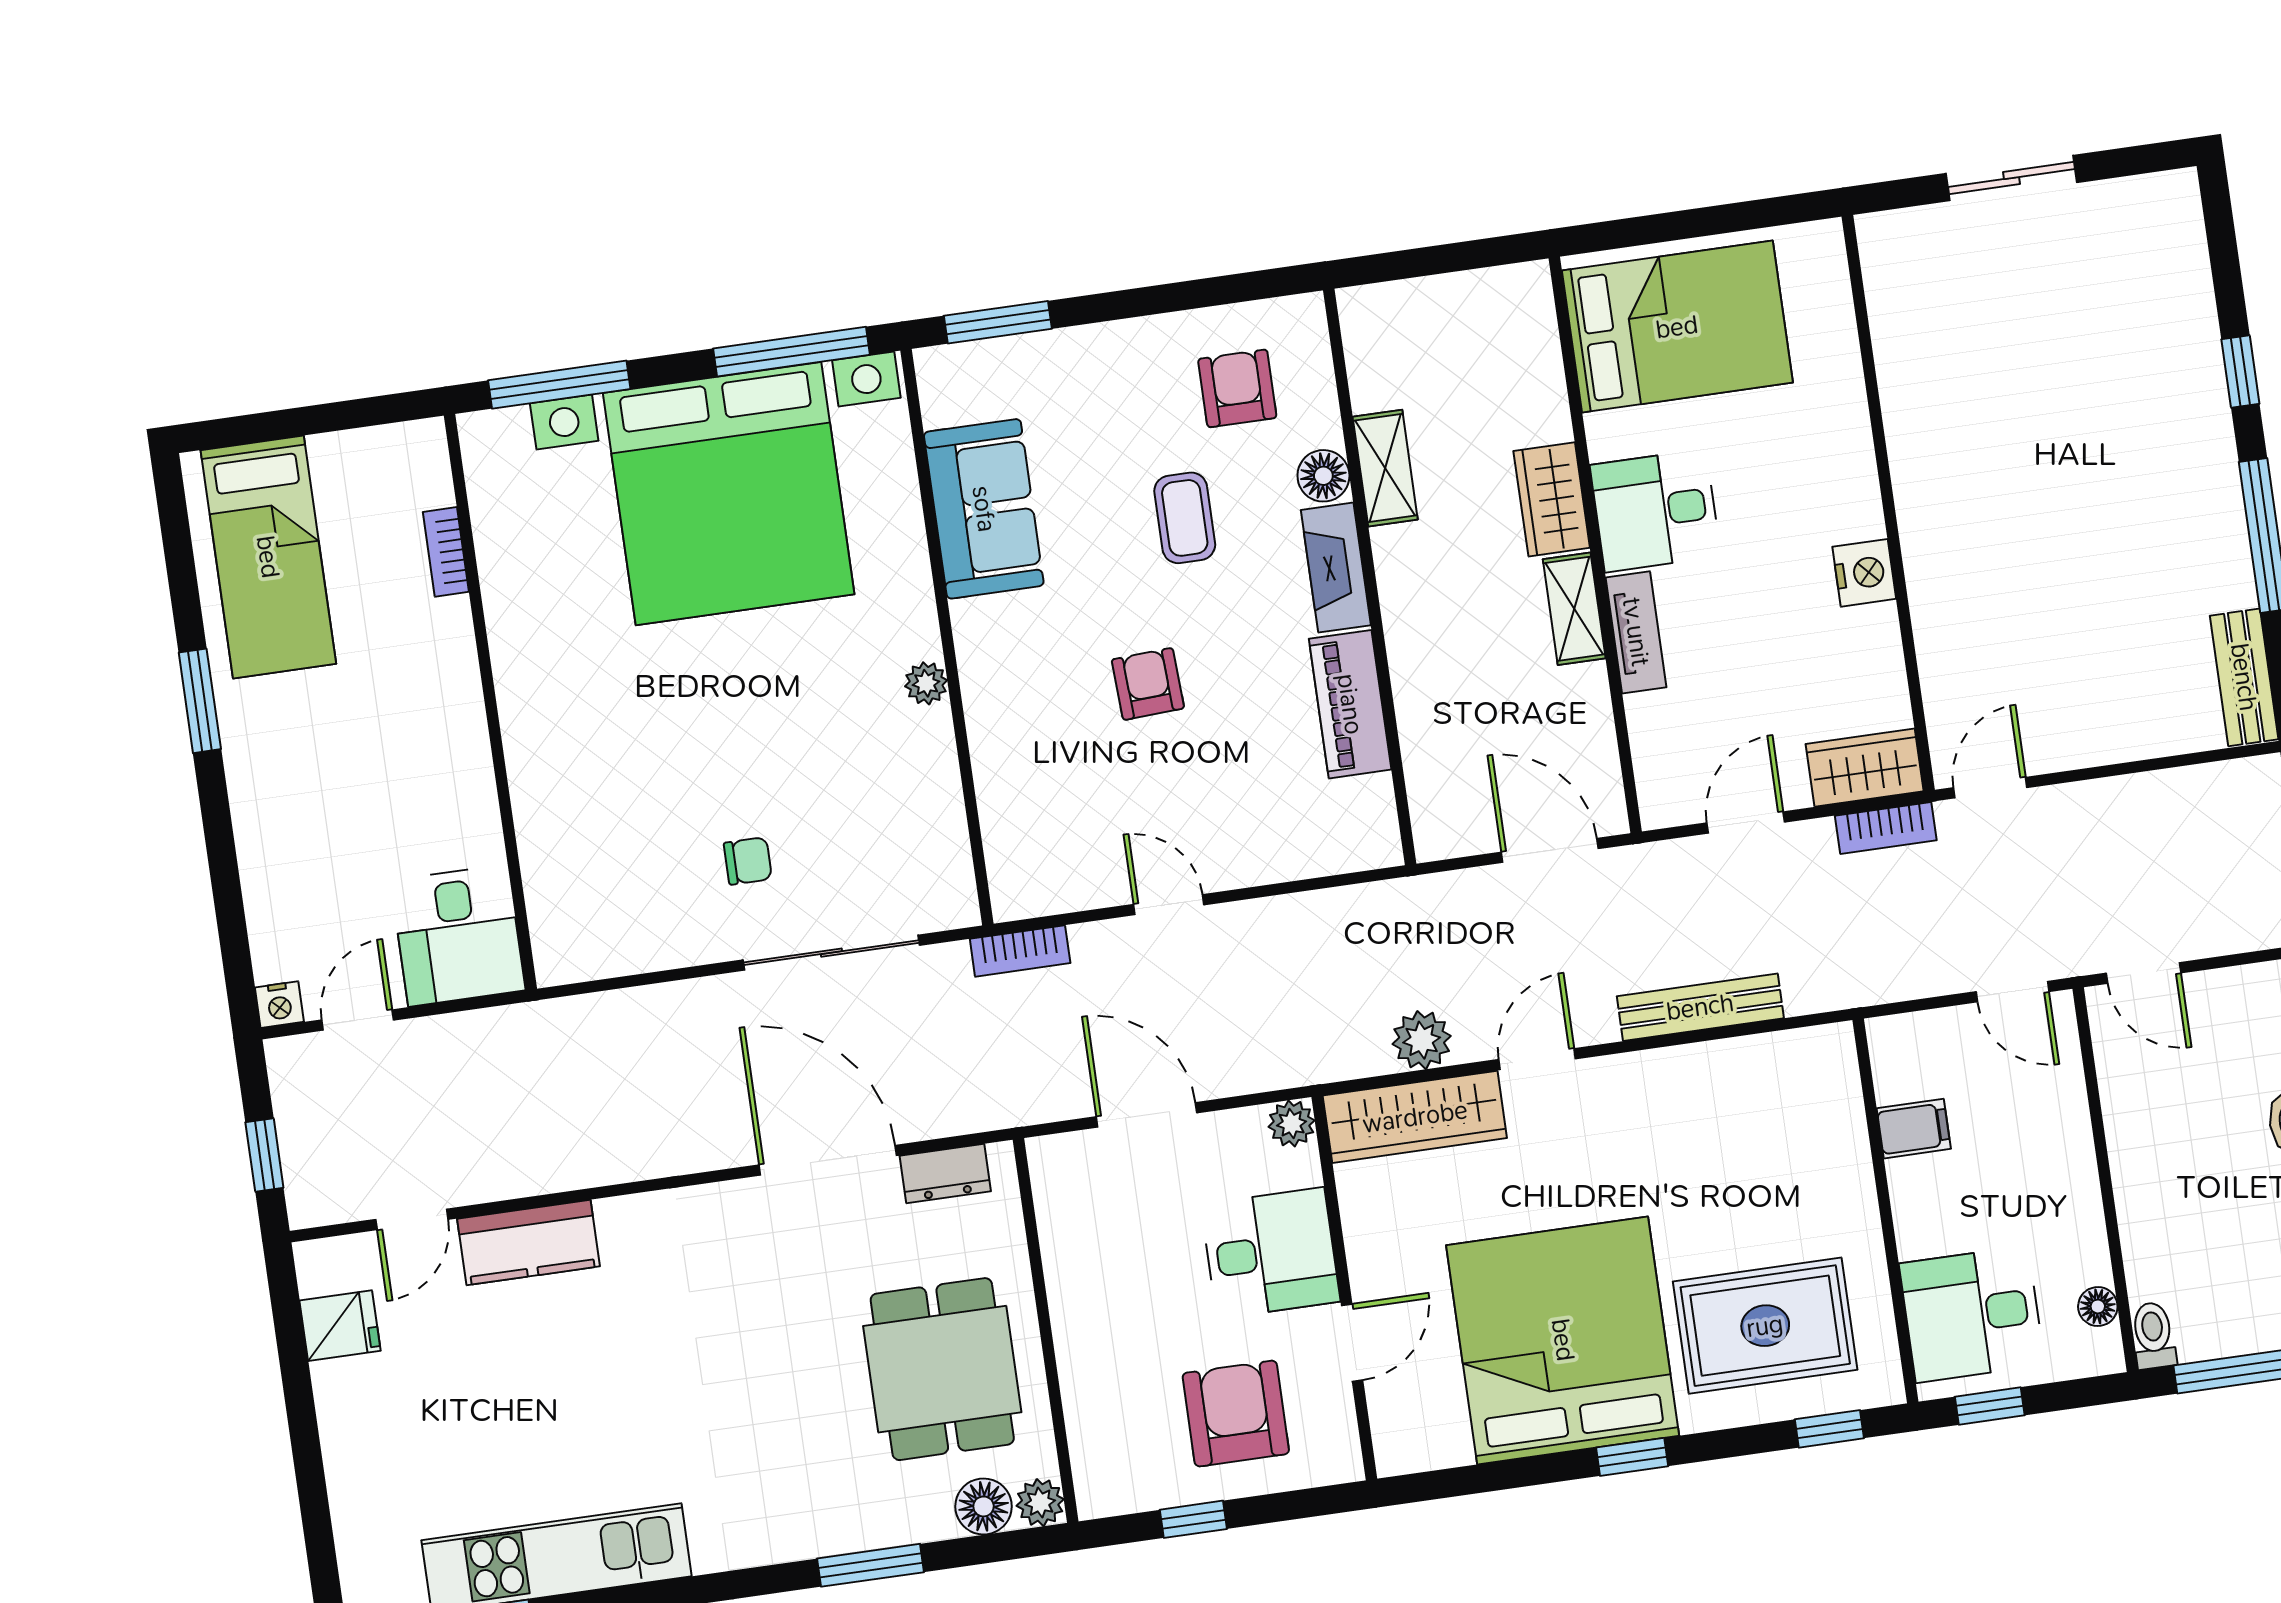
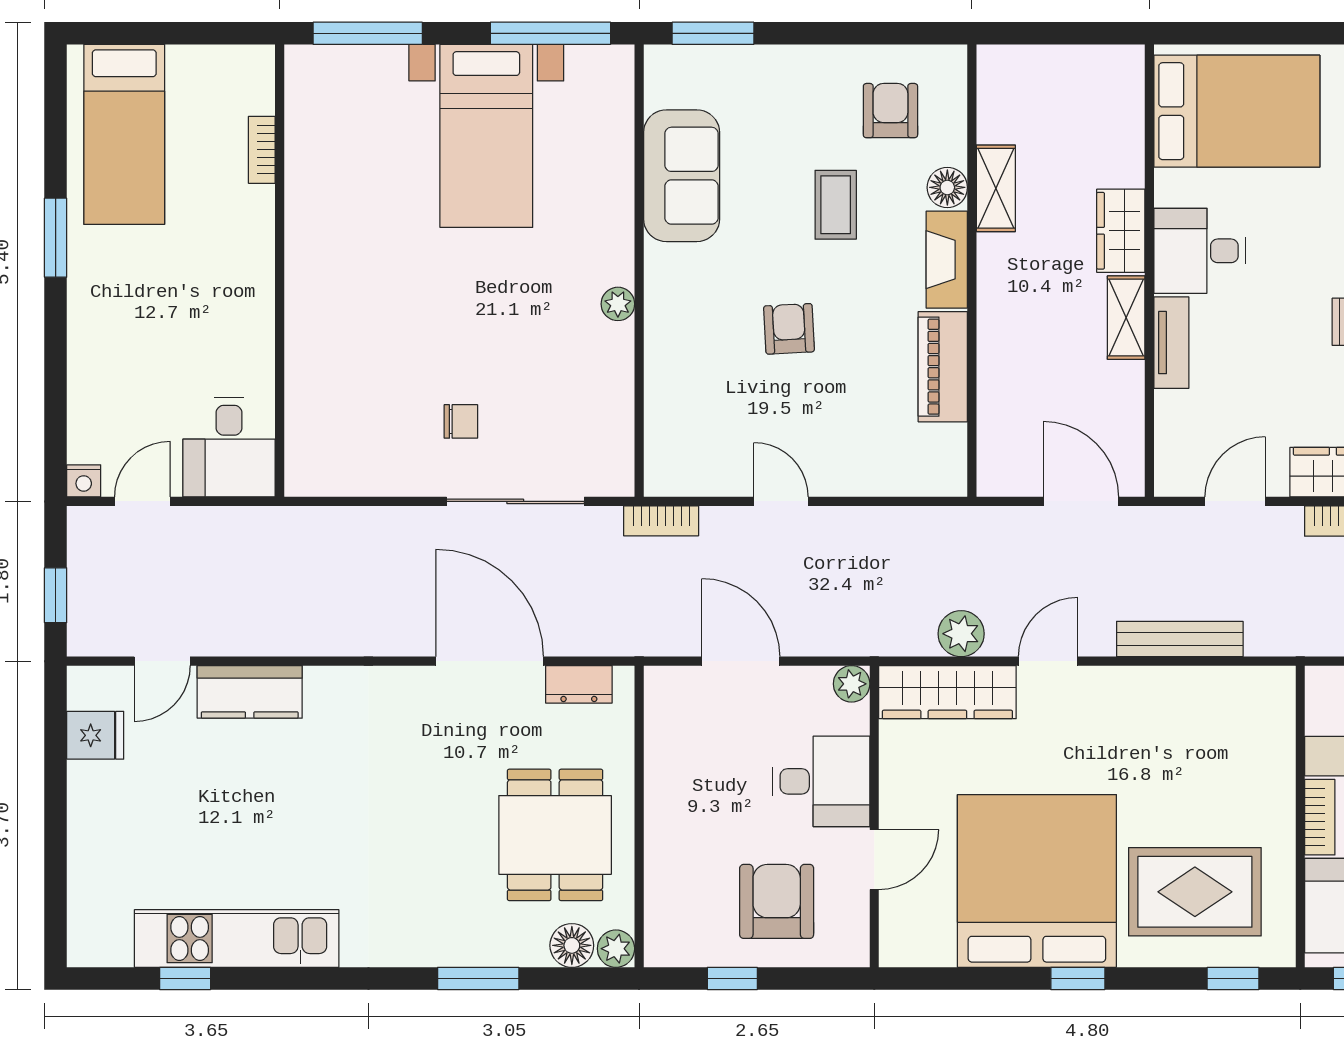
bed with nightstands: (729, 494) -> (486, 136), width x0.54
bookcase: (1910, 1208) -> (1320, 817), added

